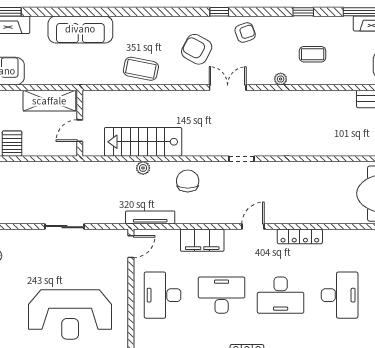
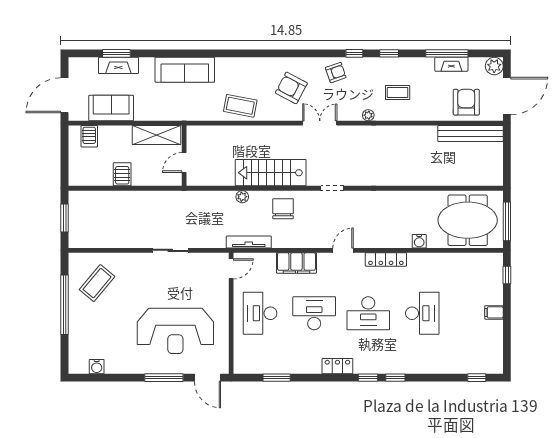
window: (219, 12) -> (354, 53), moved
stairs: (143, 142) -> (271, 173), moved
water cooler: (336, 217) -> (419, 241), added

